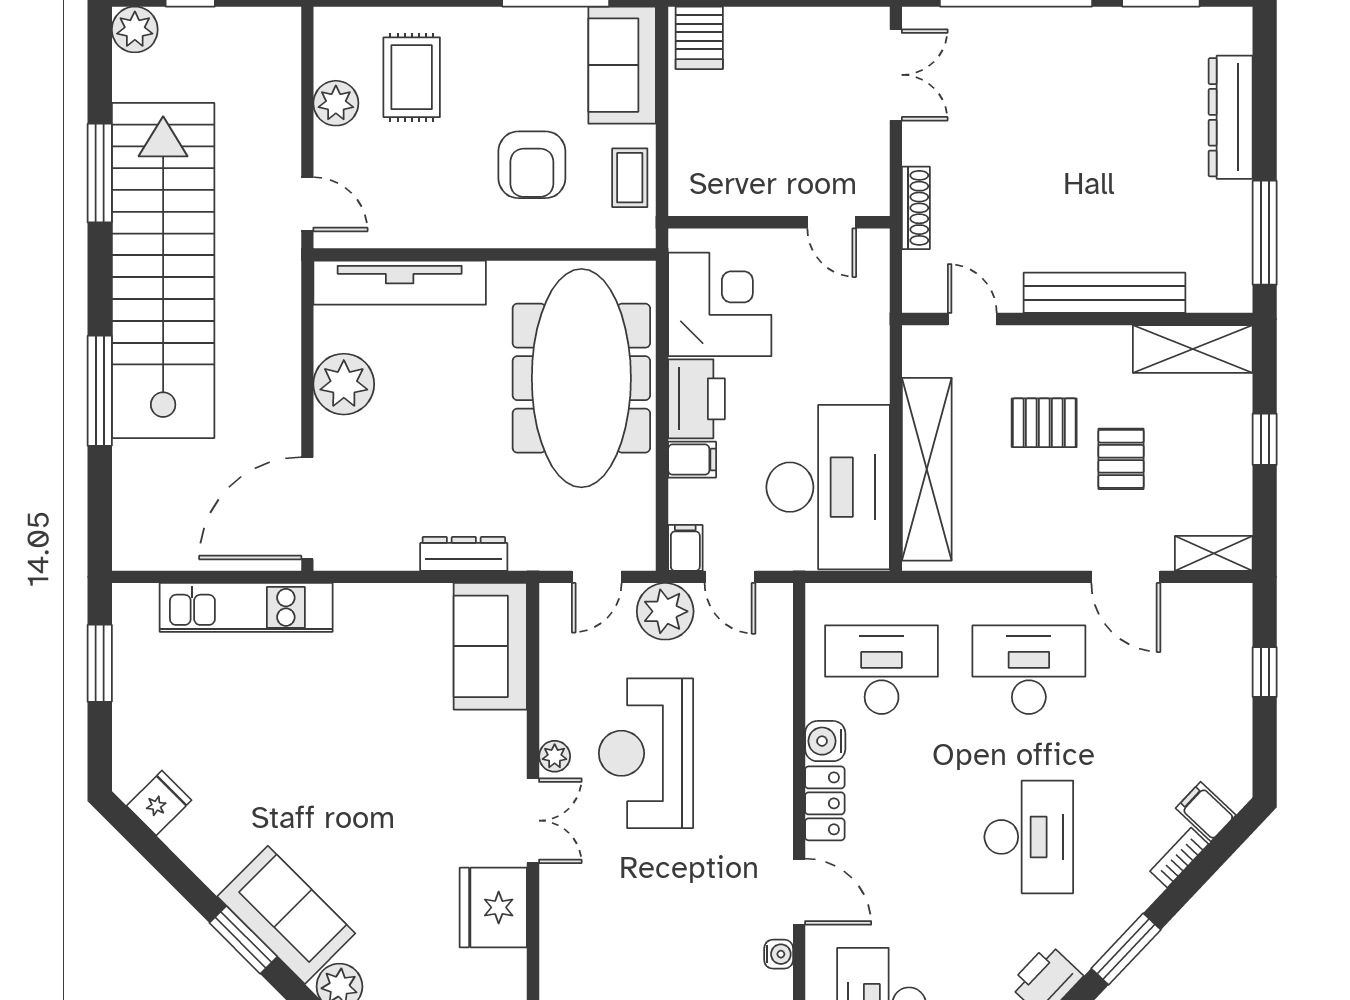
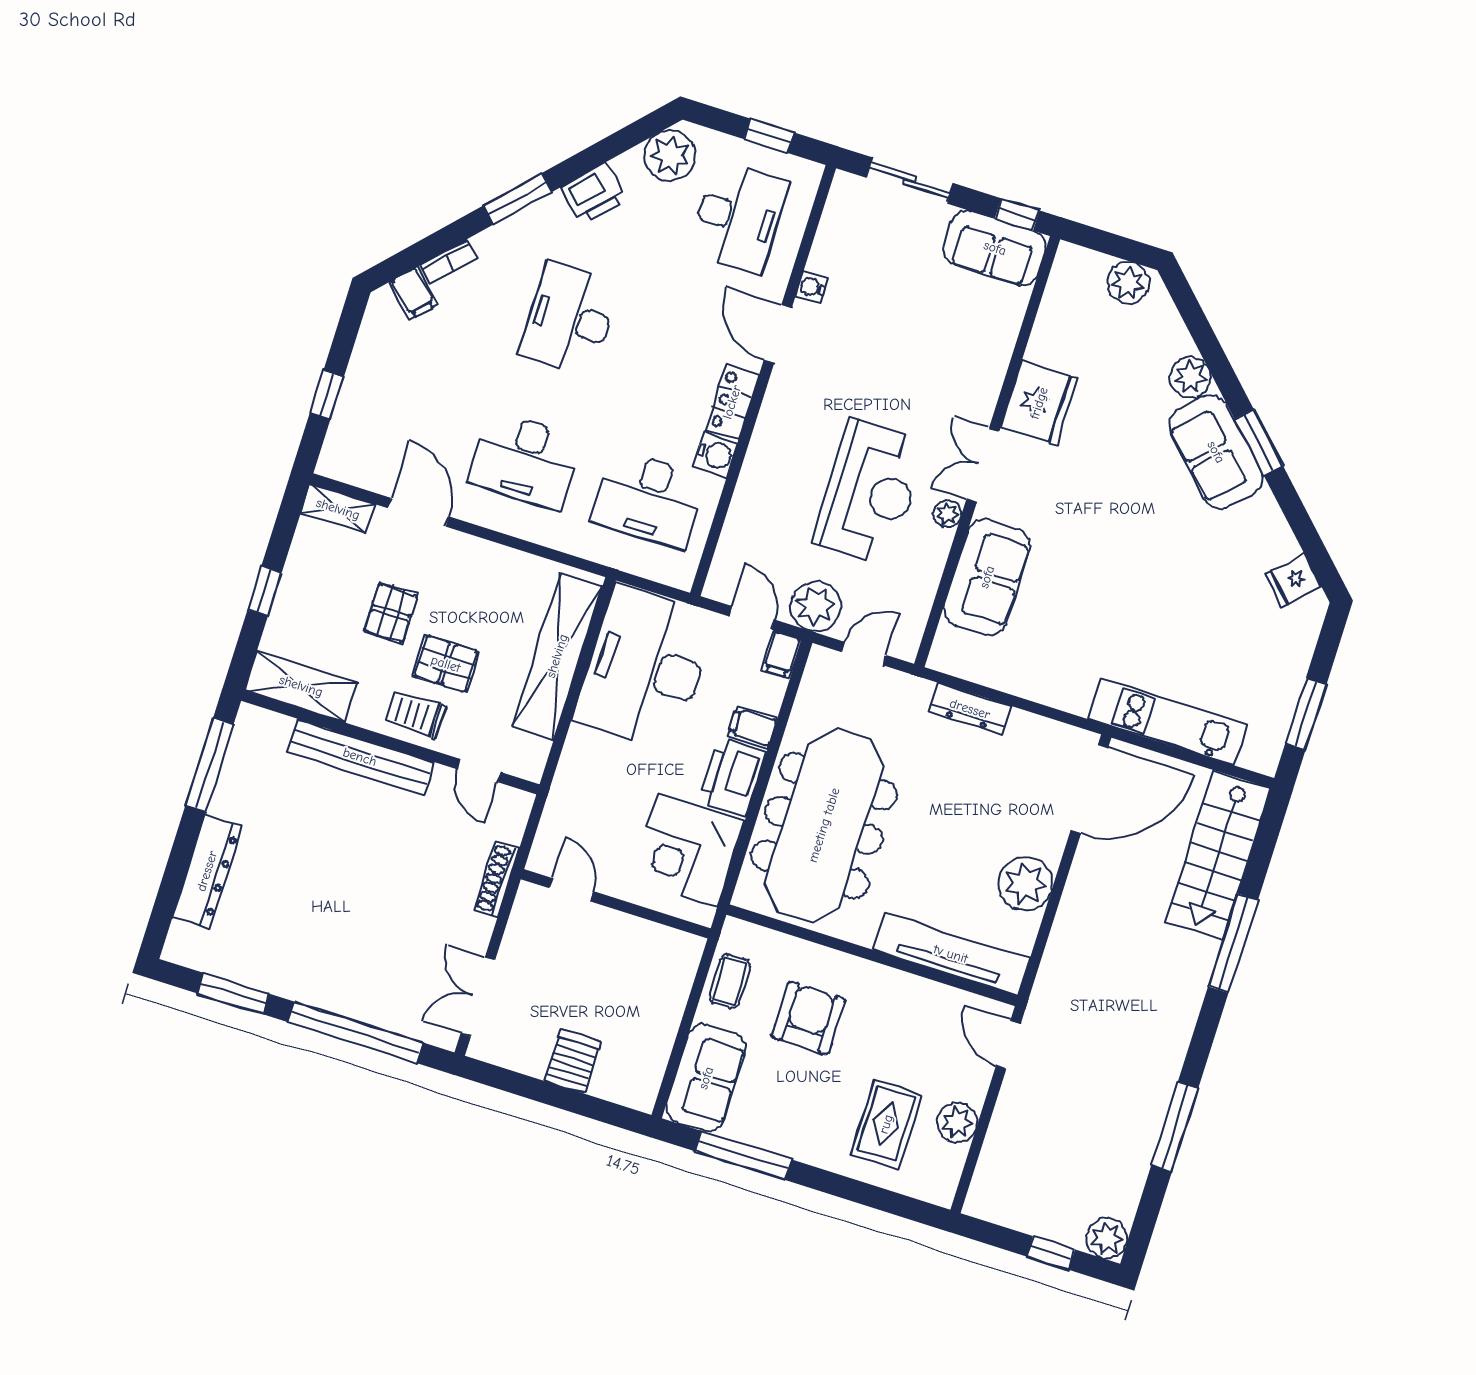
server rack: (699, 38) -> (573, 1061), moved
stairs: (163, 270) -> (1218, 855), moved, width x0.54, depth x0.66
trolley: (1060, 358) -> (416, 714), added
sofa: (490, 646) -> (987, 577), moved

